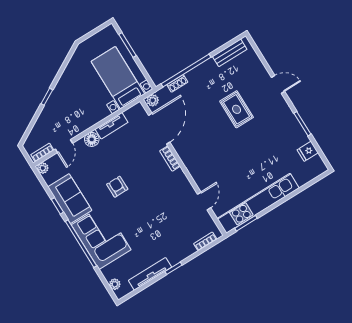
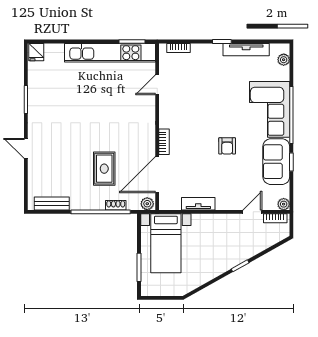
rug: (237, 109) -> (104, 169), moved
floor lamp: (92, 139) -> (224, 203), removed
fridge: (308, 151) -> (36, 52), moved, turned 90

